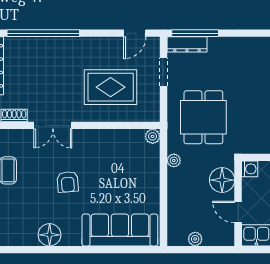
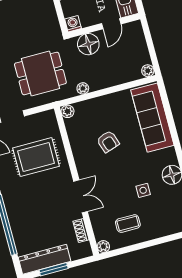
rug: (111, 87) -> (36, 157), turned 90
armchair: (68, 182) -> (108, 142), moved, turned 76
side table: (41, 198) -> (143, 190), added
plant: (195, 239) -> (148, 71), moved

